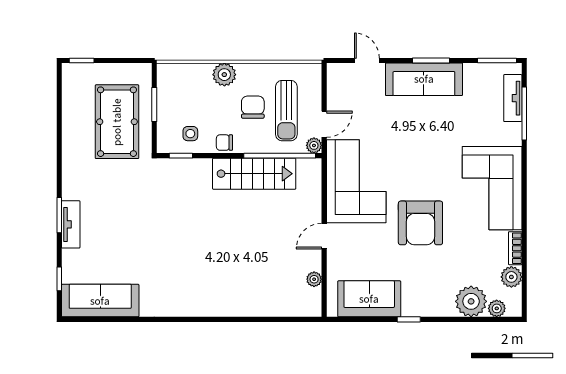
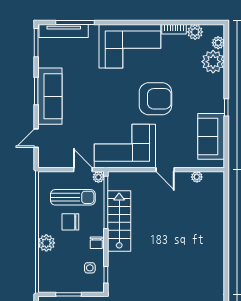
tv unit: (513, 98) -> (64, 31), width x1.41

